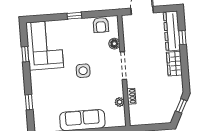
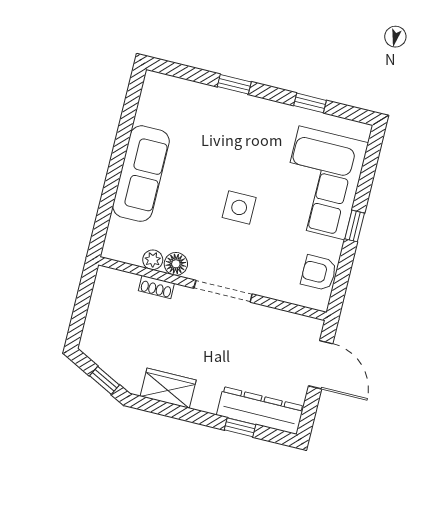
floor lamp: (114, 44) -> (176, 264), moved
corner sofa: (45, 45) -> (322, 183), moved, turned 90
wardrobe: (174, 64) -> (168, 388), moved
window: (29, 102) -> (234, 84), moved

